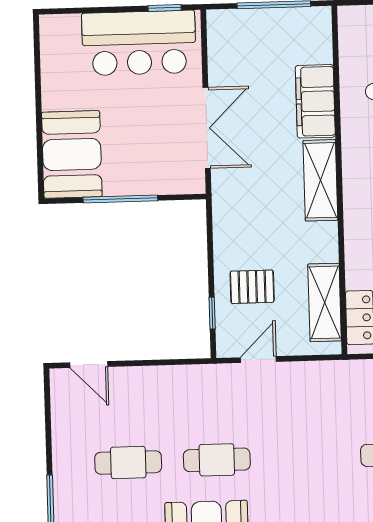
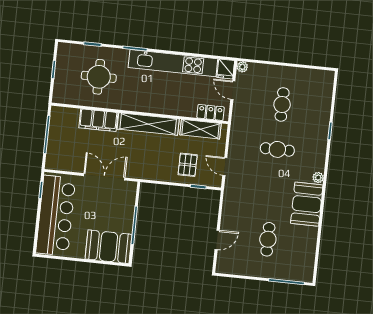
bar counter: (139, 43) -> (56, 216), width x1.36
shelving: (320, 180) -> (148, 124), width x1.47
door: (89, 365) -> (217, 240), moved
cafe table: (217, 460) -> (277, 149), moved, turned 90

